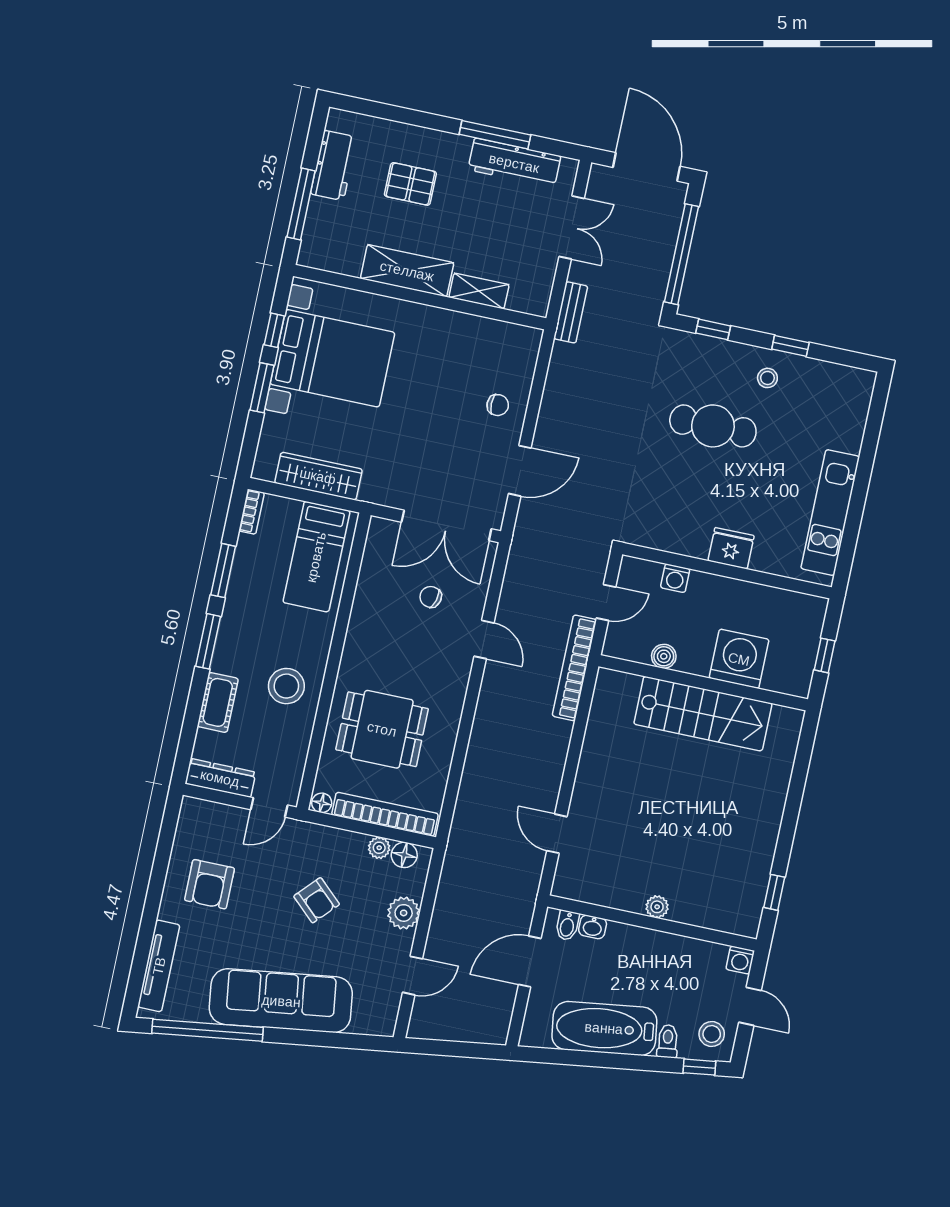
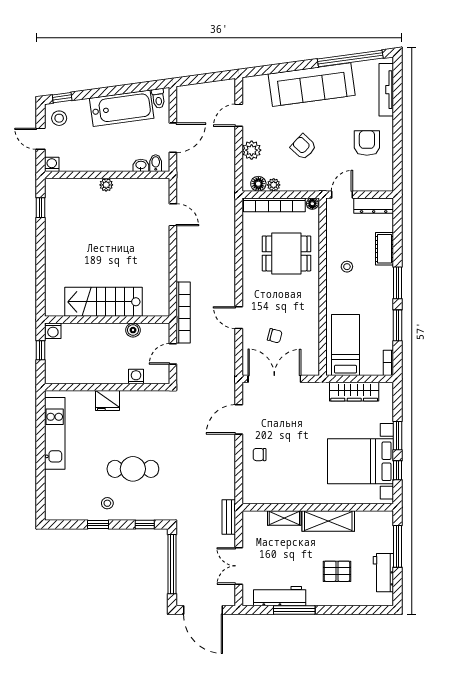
washing machine: (739, 659) -> (53, 331), moved, width x0.53, depth x0.53
stool: (286, 686) -> (347, 267), width x0.53, depth x0.53
toilet: (668, 1041) -> (158, 98), moved

